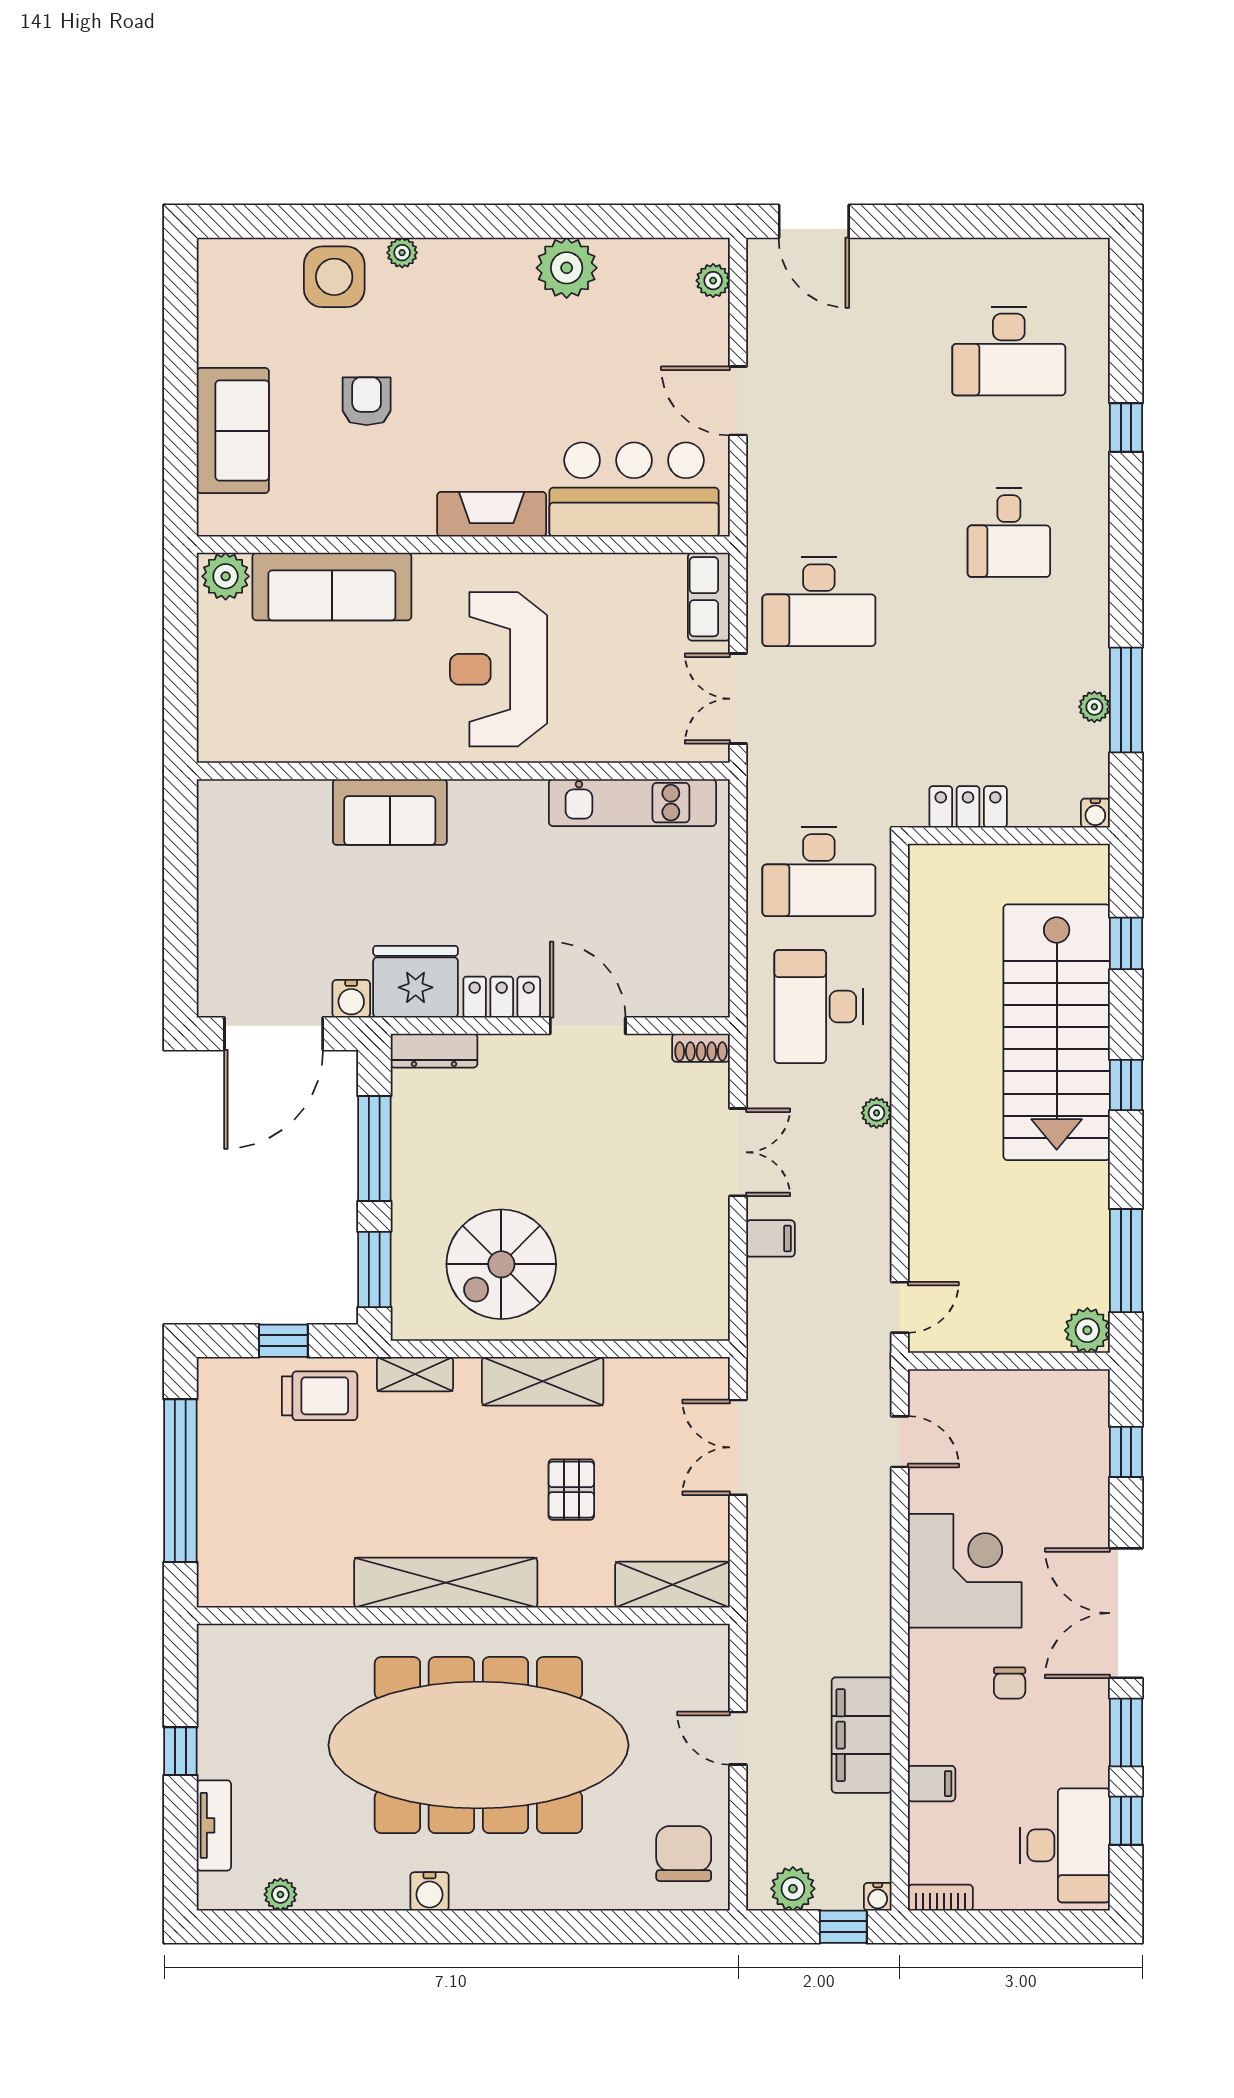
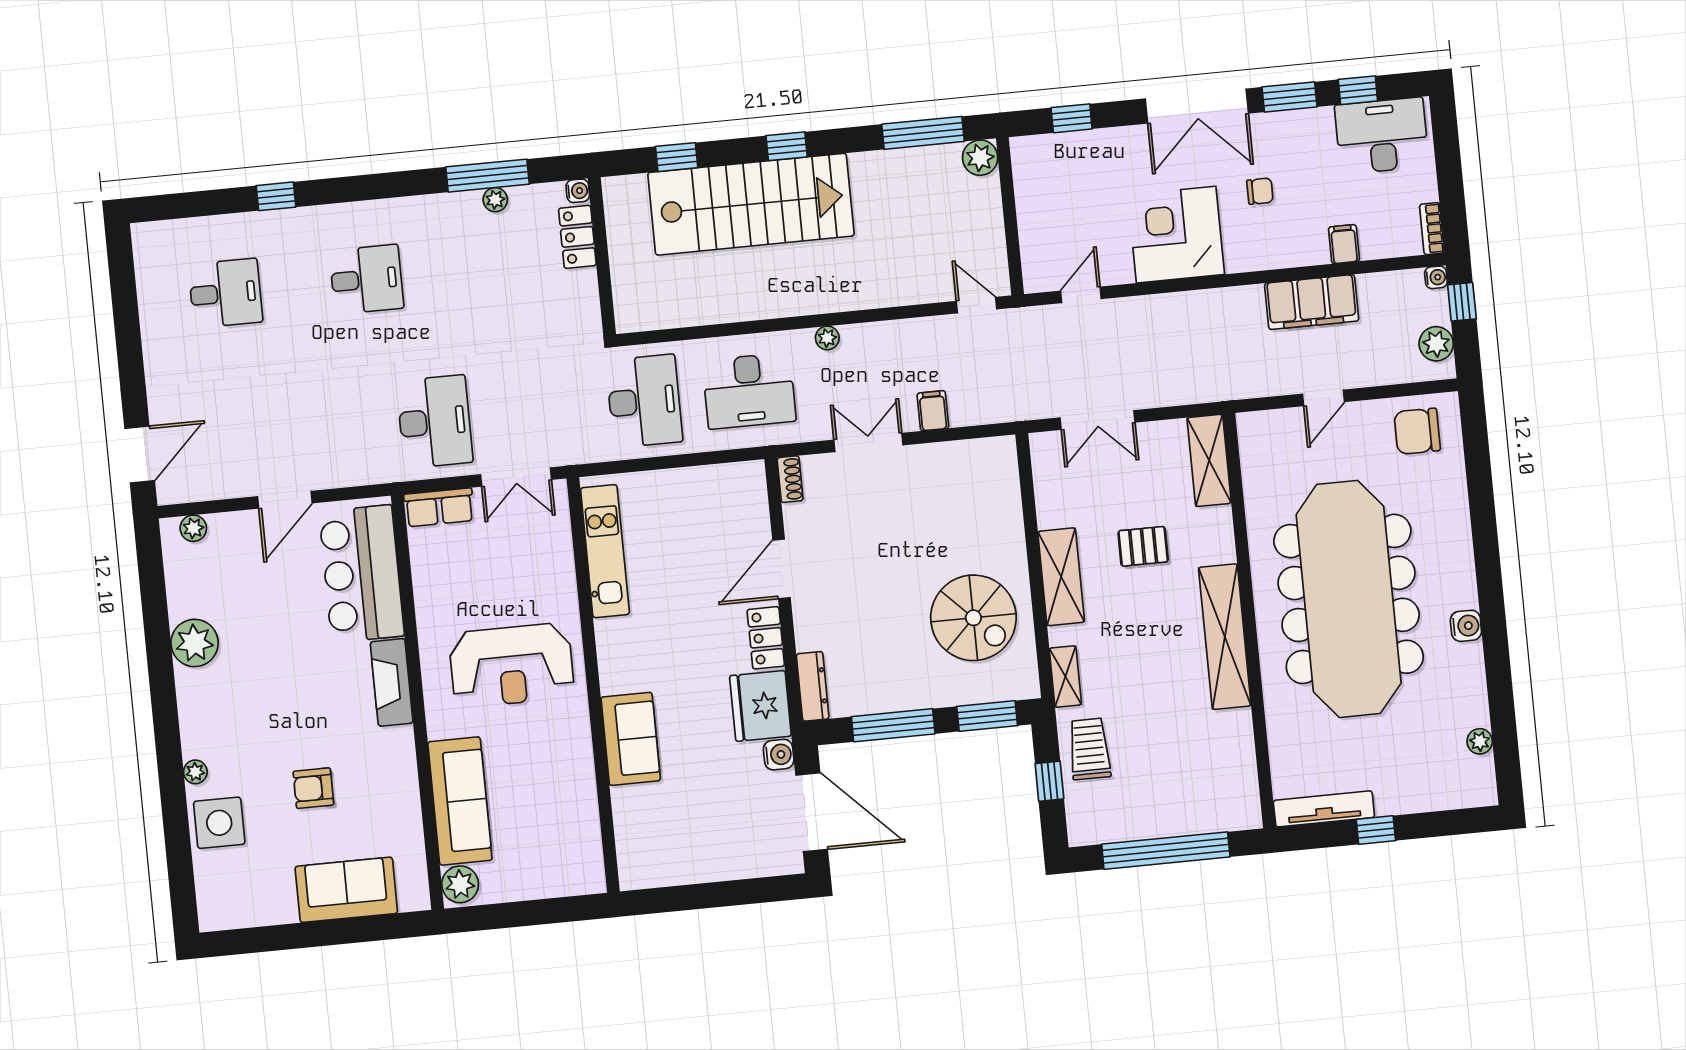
desk: (1009, 351) -> (225, 293), width x0.73
locker: (968, 807) -> (577, 237), moved
tv unit: (214, 1825) -> (1324, 809), moved, width x1.41

